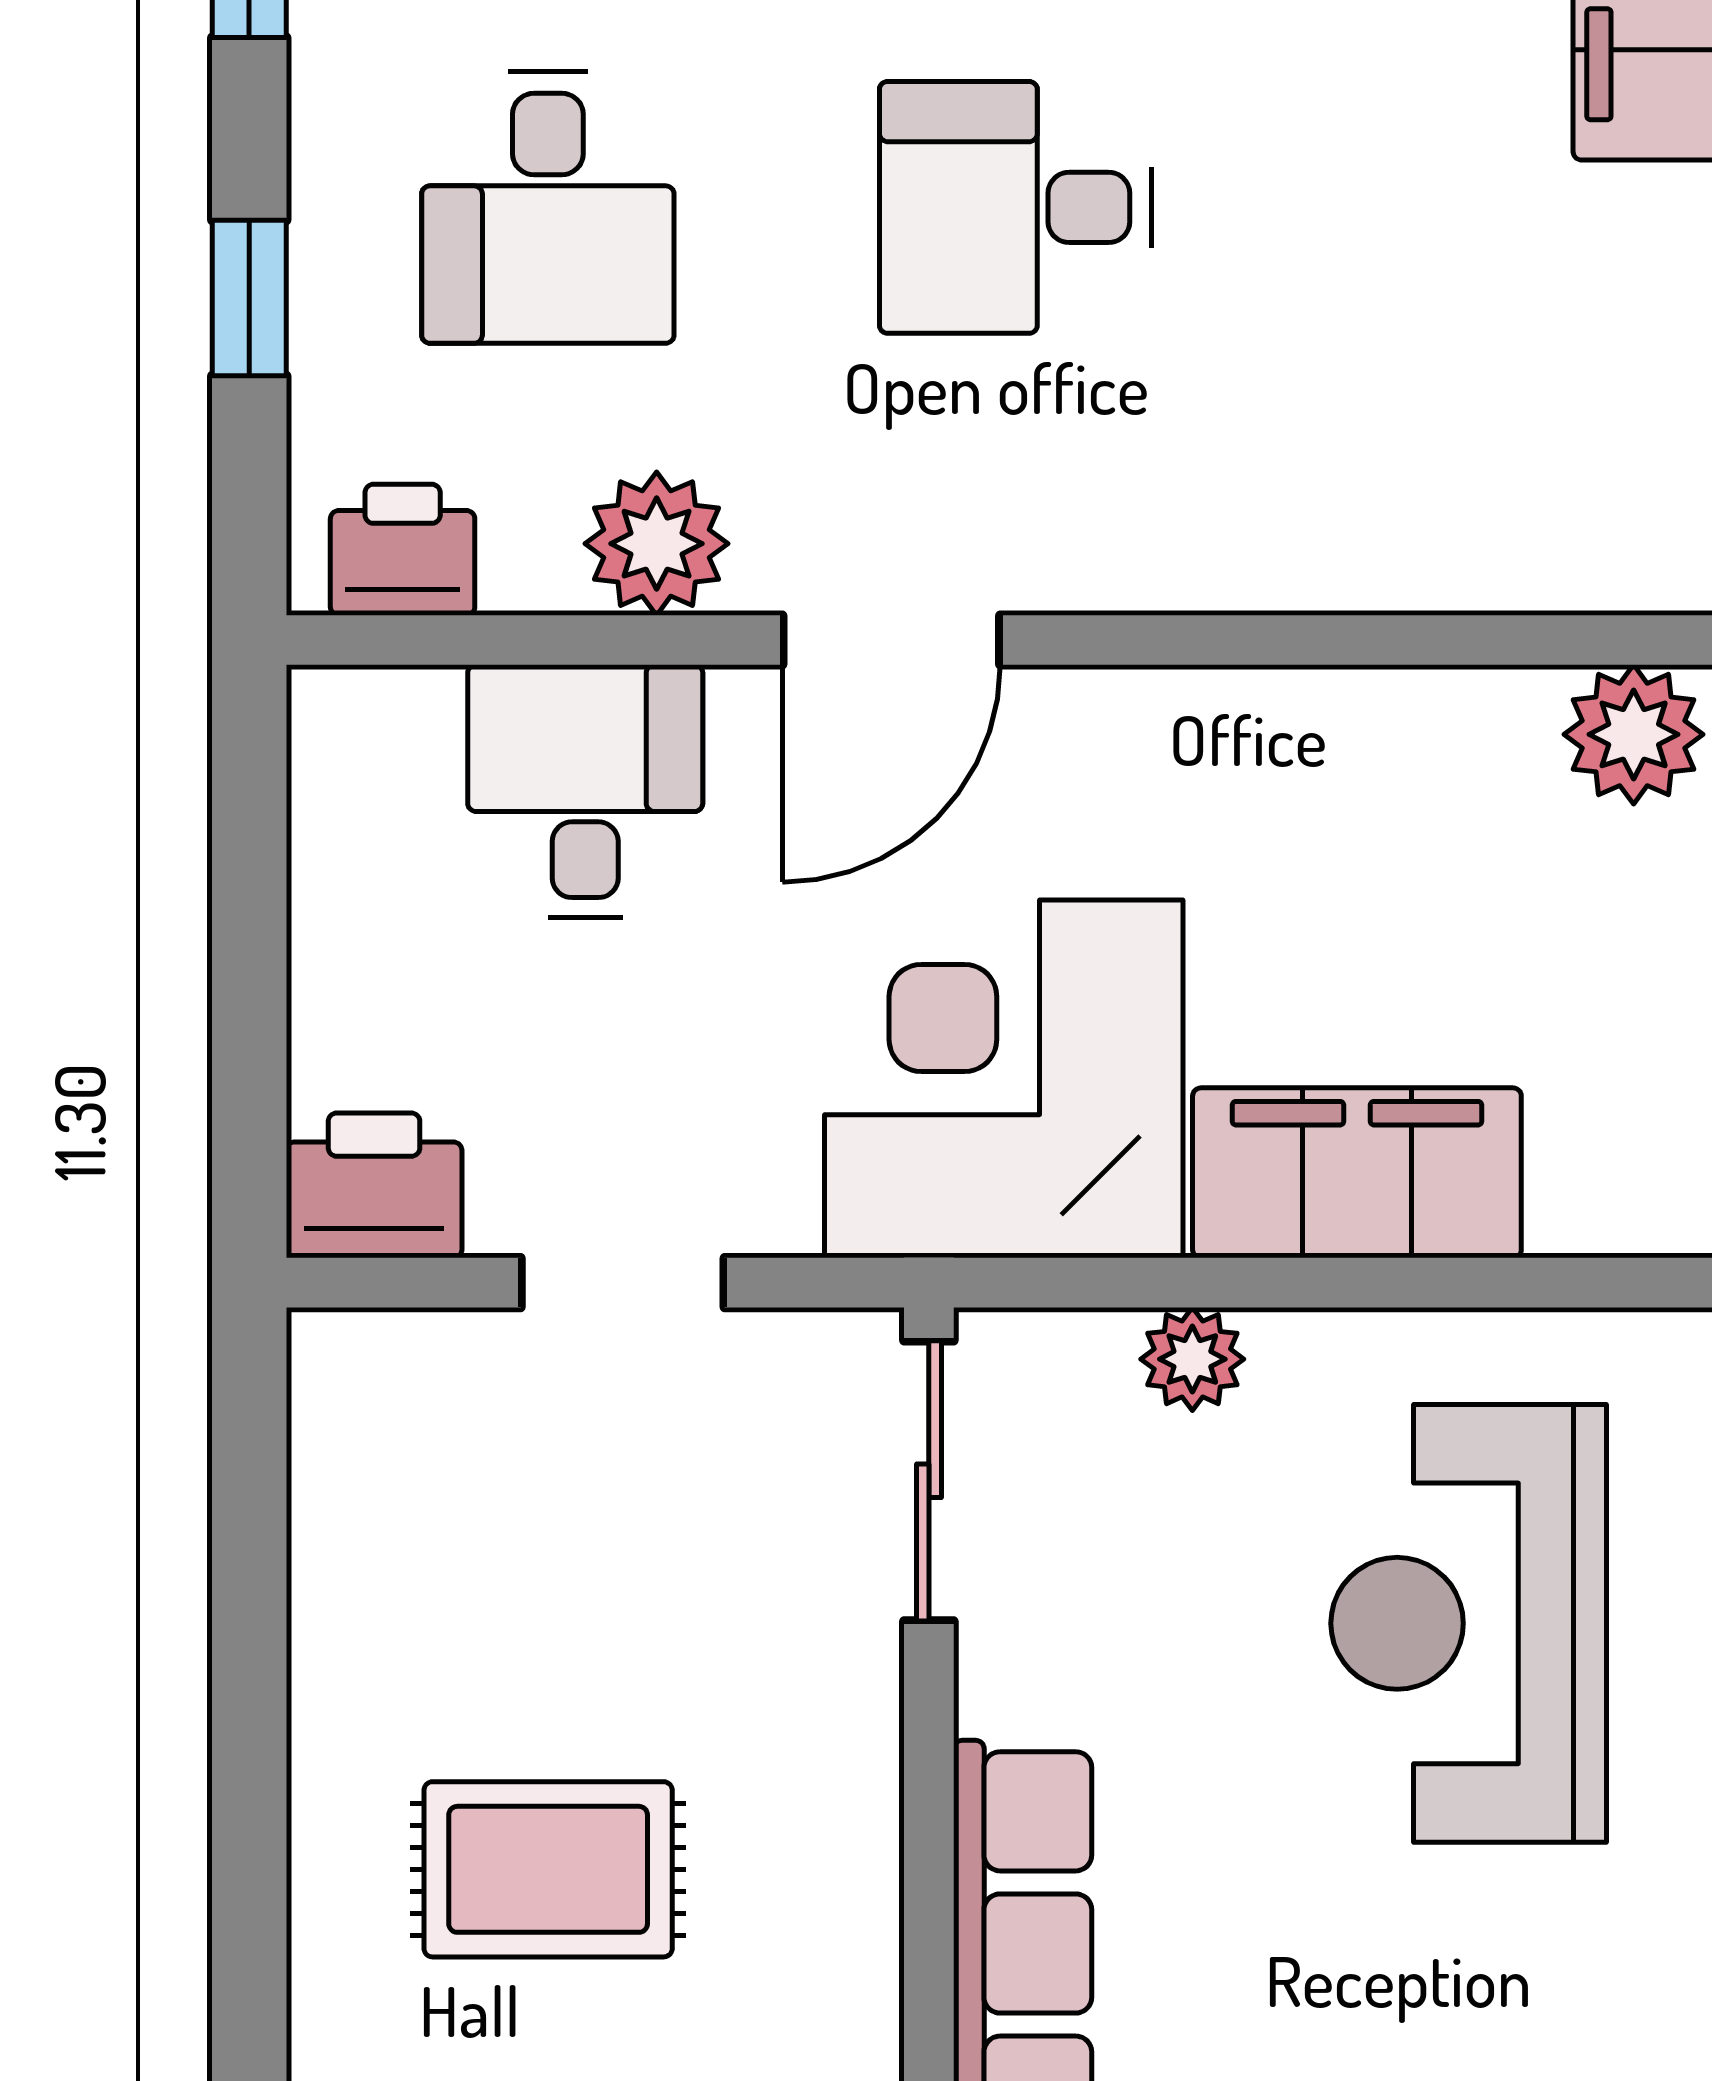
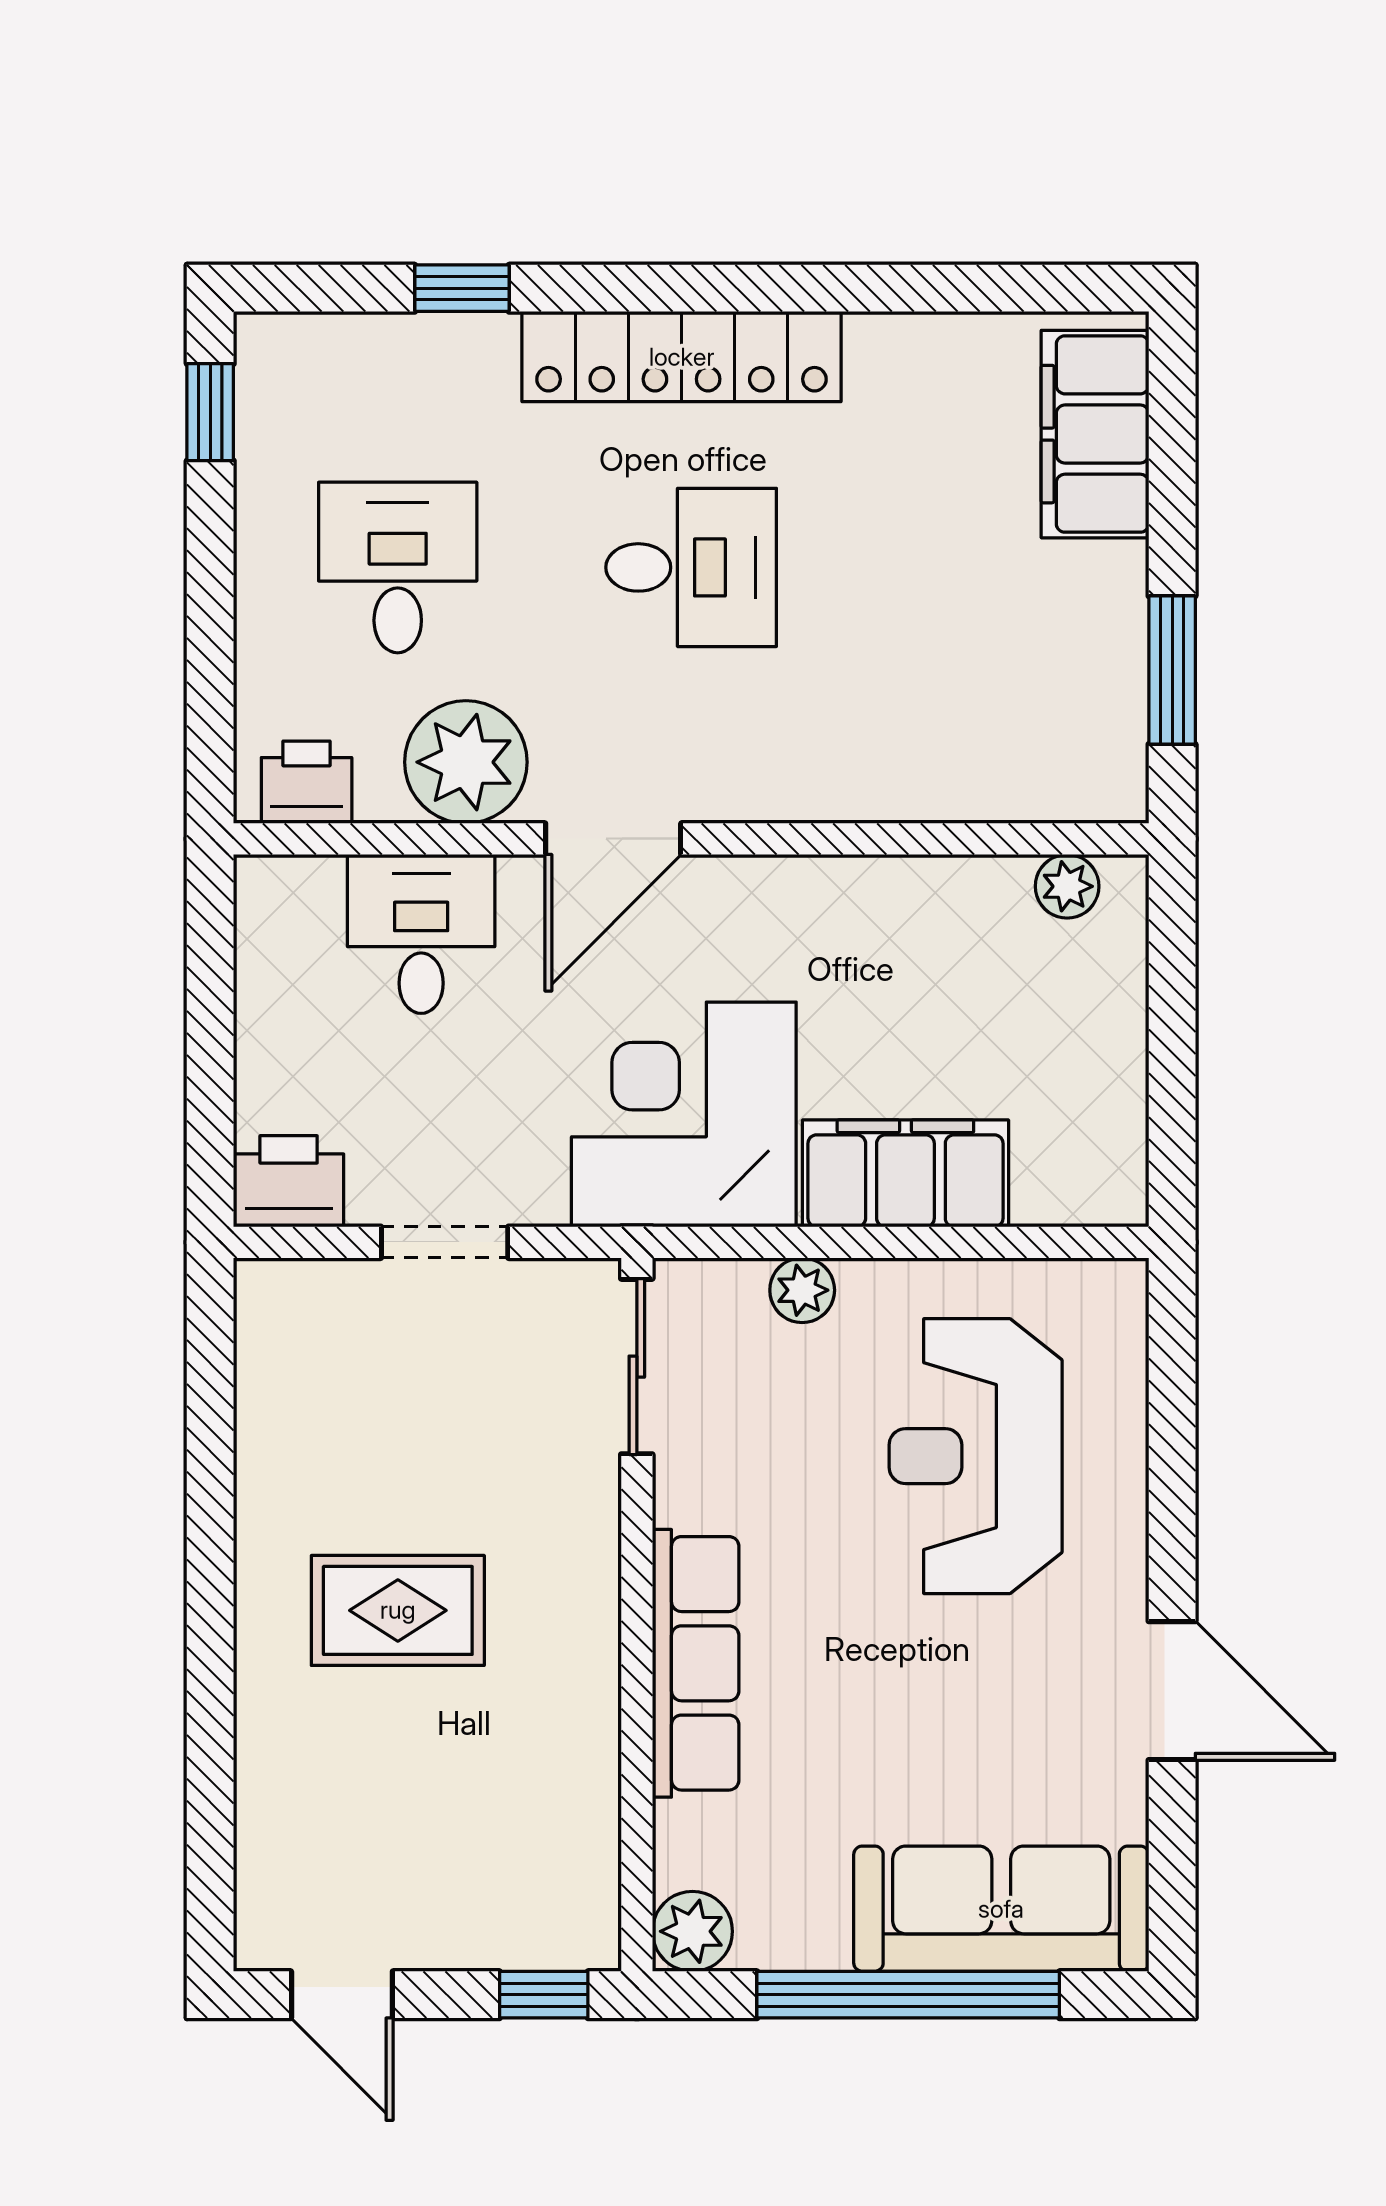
desk: (548, 207) -> (398, 567), turned 180
desk: (1015, 207) -> (691, 567), turned 180
window: (249, 298) -> (210, 624), removed
plant: (657, 544) -> (466, 762), width x1.36, depth x1.36
plant: (1634, 734) -> (1067, 886), width x0.73, depth x0.73

